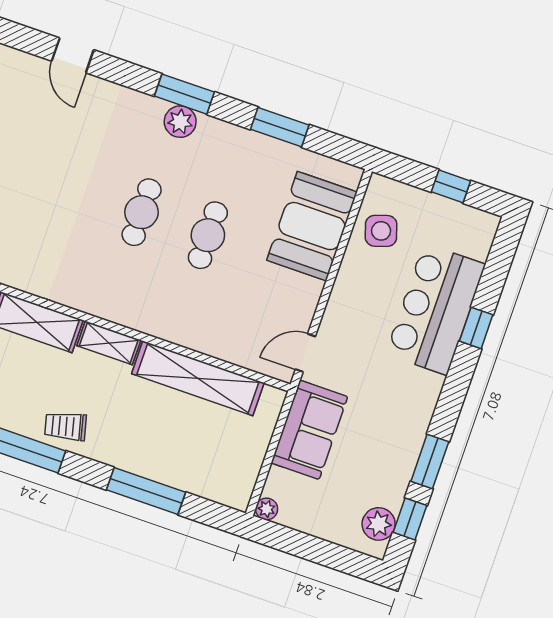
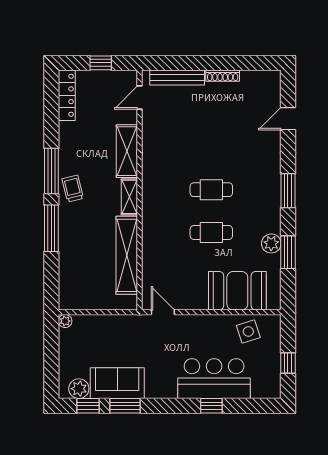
plant: (180, 122) -> (271, 243), moved
sofa: (309, 430) -> (117, 383), moved, turned 180
window: (146, 491) -> (51, 228), moved

